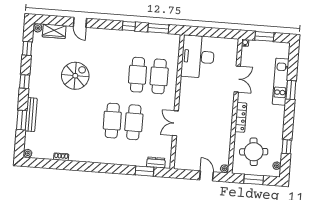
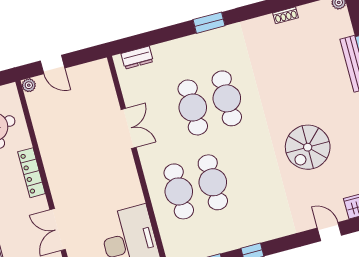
window: (144, 171) -> (209, 23), moved

